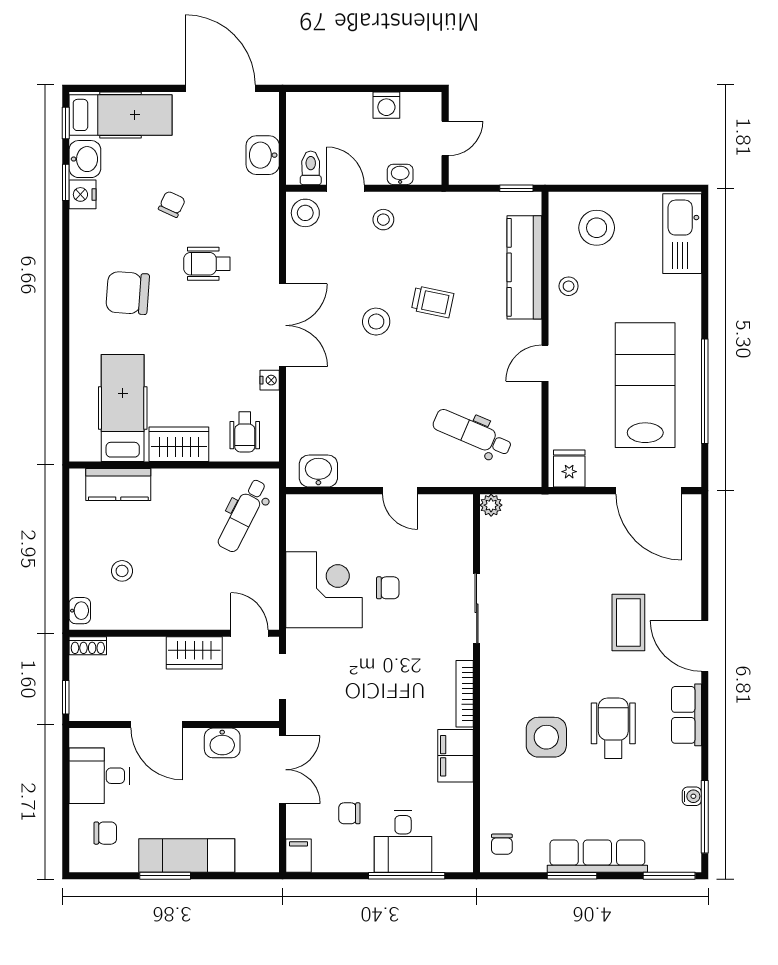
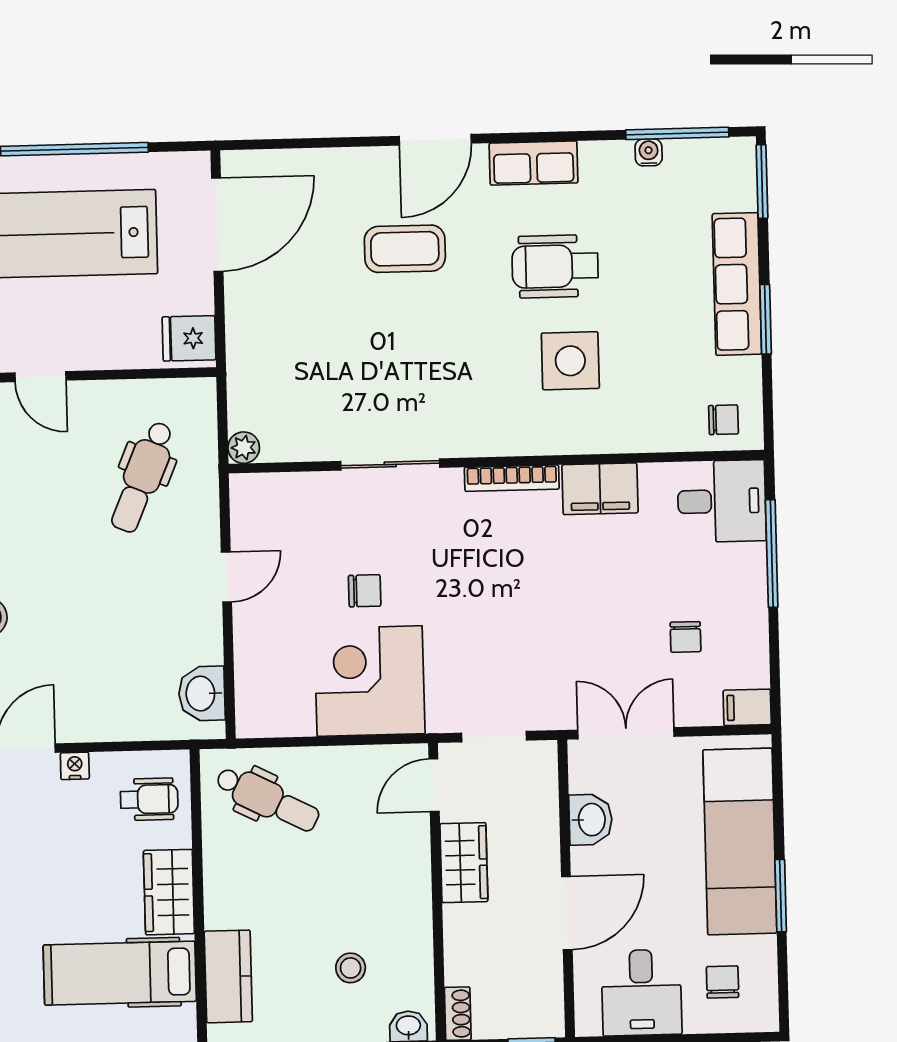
chair: (388, 588) -> (365, 591), turned 90
desk: (403, 841) -> (722, 501), moved
exam couch: (187, 855) -> (740, 841), width x1.36, depth x1.45

